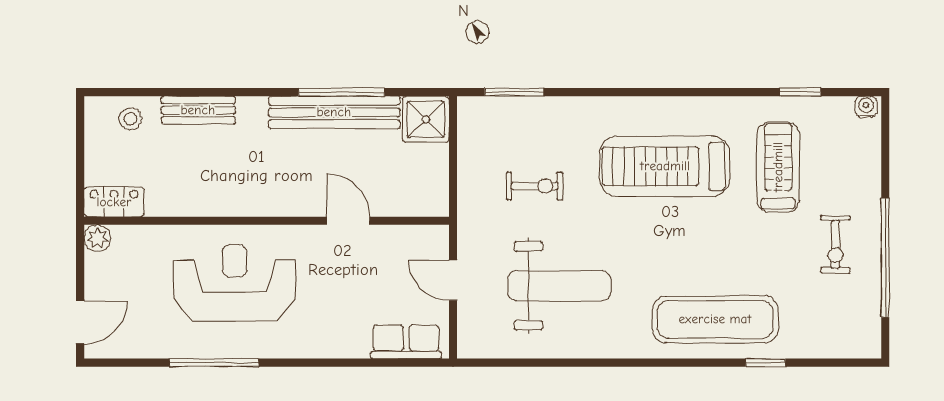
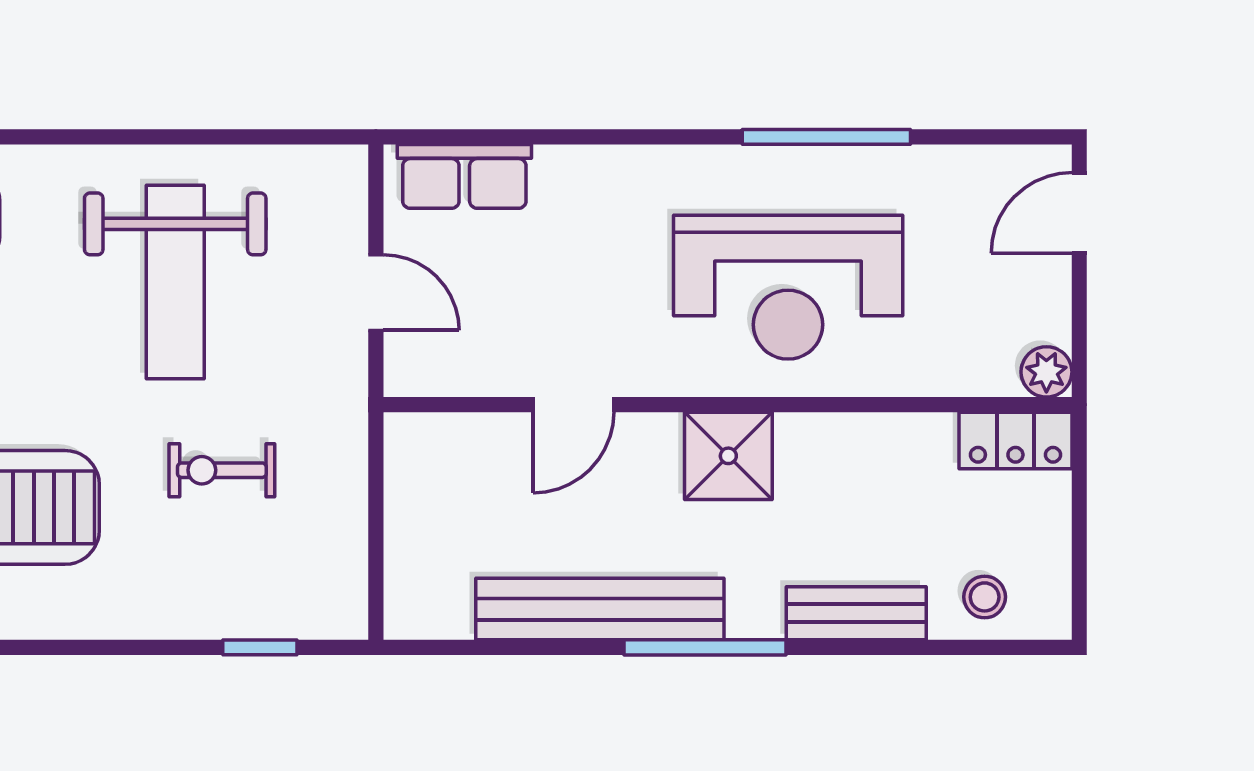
window: (342, 92) -> (705, 647), moved
window: (514, 92) -> (260, 647), width x0.67
shower: (426, 119) -> (728, 456), moved
door: (348, 221) -> (573, 405), hinge flipped
weight bench: (559, 286) -> (175, 282), turned -90

